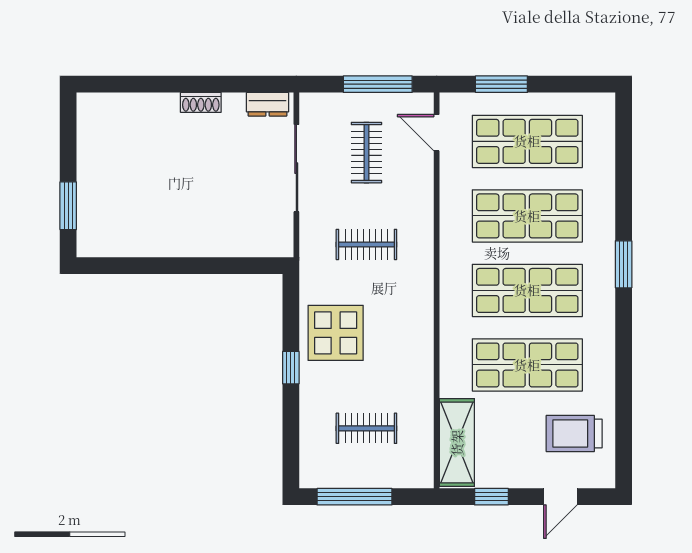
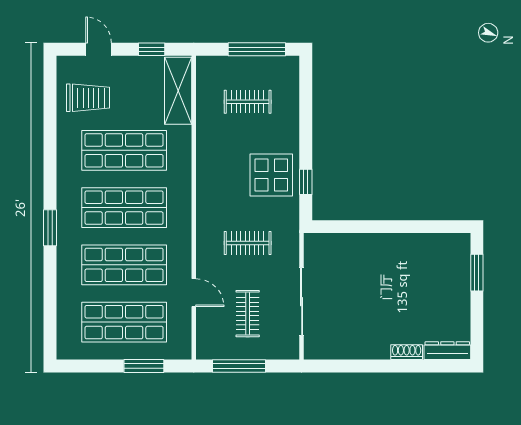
shoe rack: (201, 102) -> (407, 352), moved
dresser: (268, 104) -> (447, 351), moved, width x1.44
door: (437, 133) -> (194, 293), moved
window: (291, 368) -> (306, 182), moved
door: (560, 497) -> (99, 49), hinge flipped

